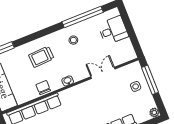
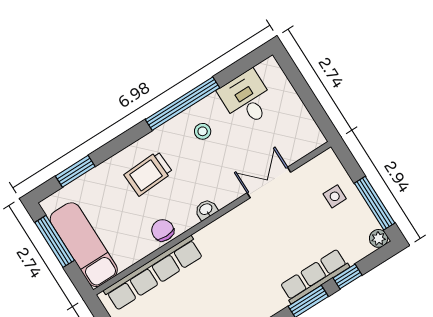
window: (83, 17) -> (183, 104), moved
desk: (113, 30) -> (247, 99), moved, turned -90
window: (150, 80) -> (375, 203), moved

